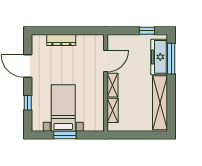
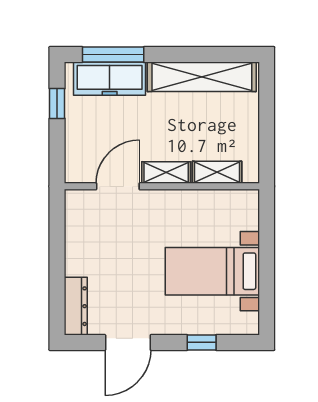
dresser: (61, 40) -> (76, 306), moved
door: (106, 61) -> (118, 186), hinge flipped
window: (65, 135) -> (267, 268), removed

